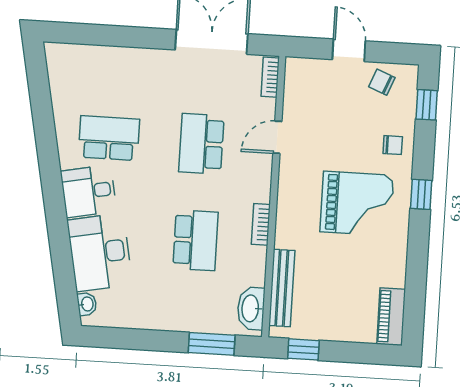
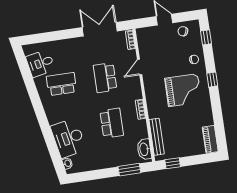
desk: (89, 191) -> (40, 63), moved

